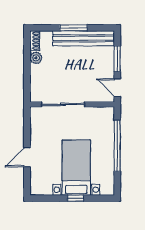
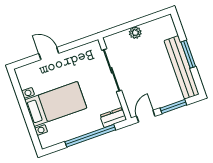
shoe rack: (35, 41) -> (163, 22), removed
plant: (36, 58) -> (135, 33), moved
dresser: (108, 119) -> (113, 118), added
window: (76, 198) -> (26, 114), removed

